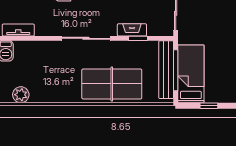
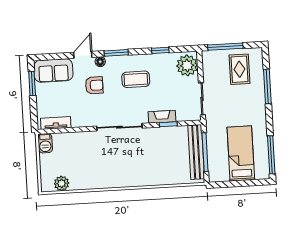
bed: (191, 74) -> (241, 153), moved
table tennis table: (112, 84) -> (146, 168), removed
window: (209, 106) -> (238, 184), removed

